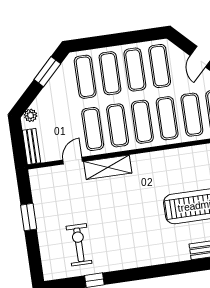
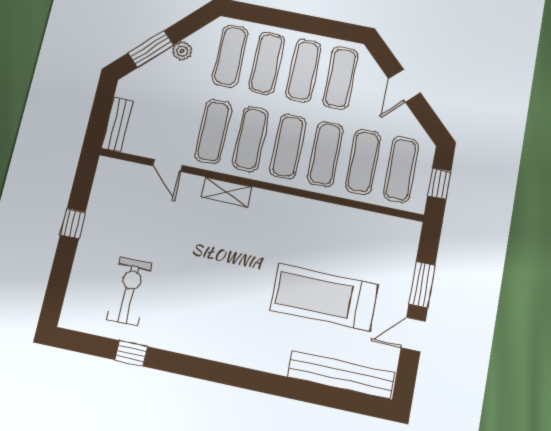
window: (47, 72) -> (151, 49), moved
plant: (31, 115) -> (182, 51), moved
door: (73, 161) -> (168, 166), swing flipped
shelving: (108, 167) -> (227, 192), width x0.67, depth x0.75
window: (29, 217) -> (73, 224), width x0.67

